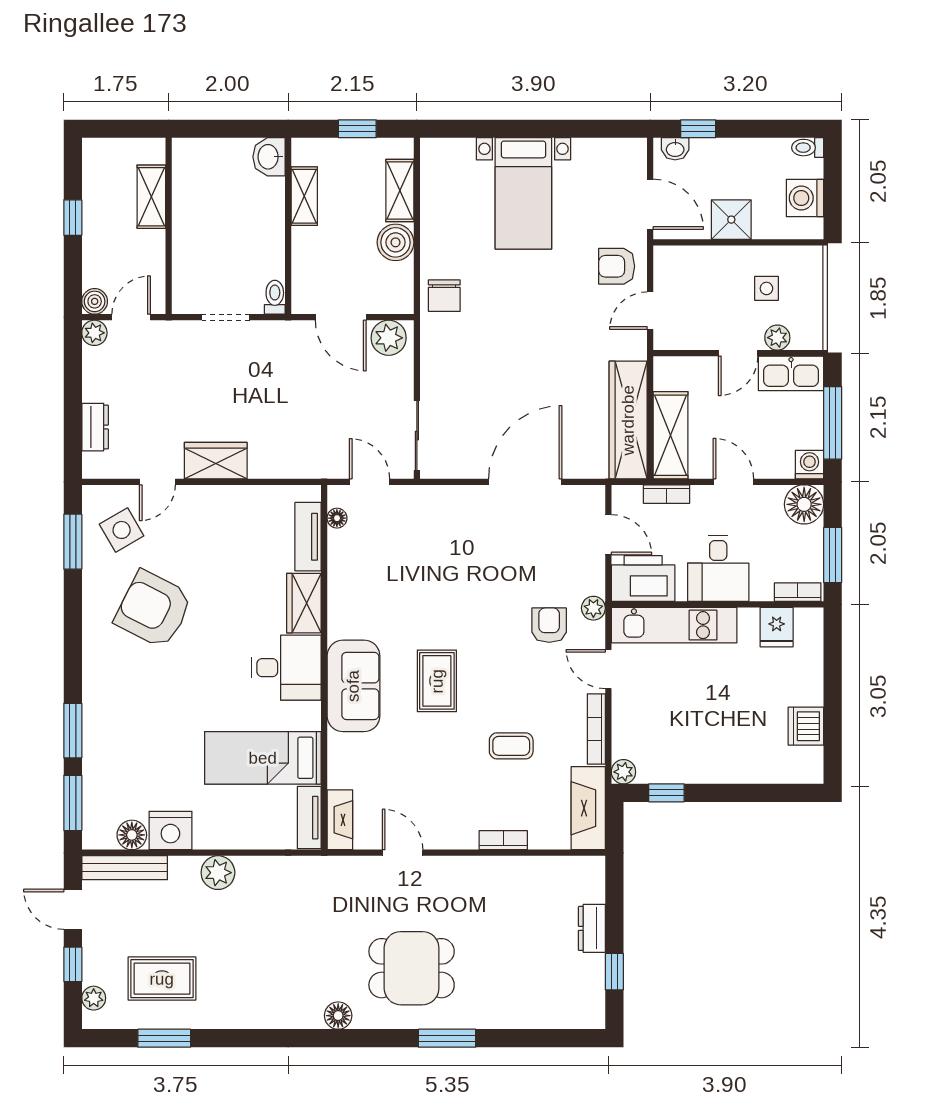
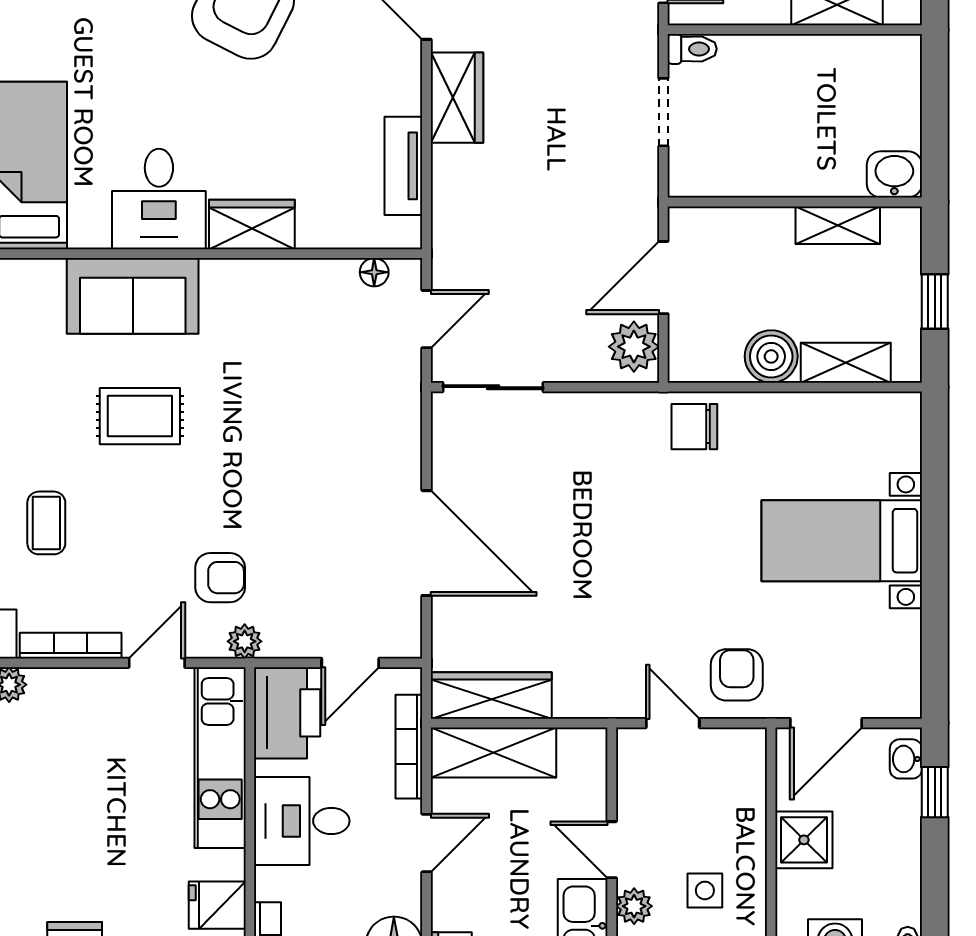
toilet: (275, 297) -> (692, 49), moved
wardrobe: (628, 420) -> (491, 695), width x0.71, depth x0.85
bookcase: (667, 494) -> (409, 747), width x1.56
tv unit: (308, 537) -> (403, 166), moved, turned -90

